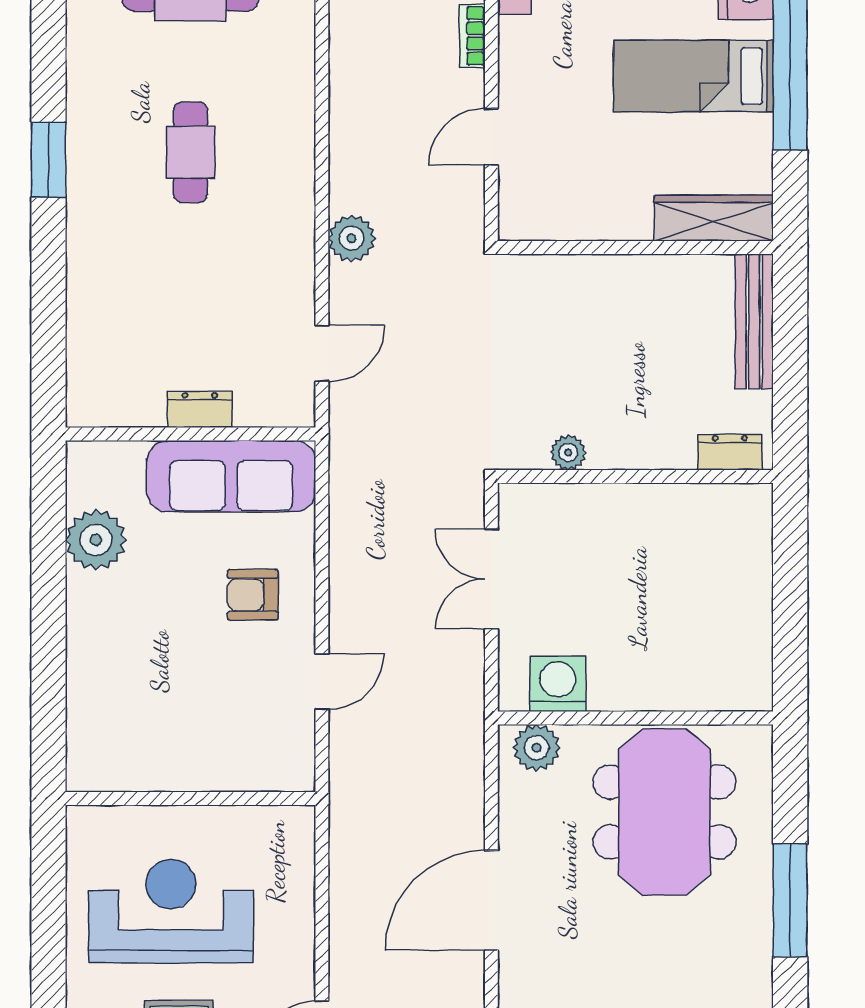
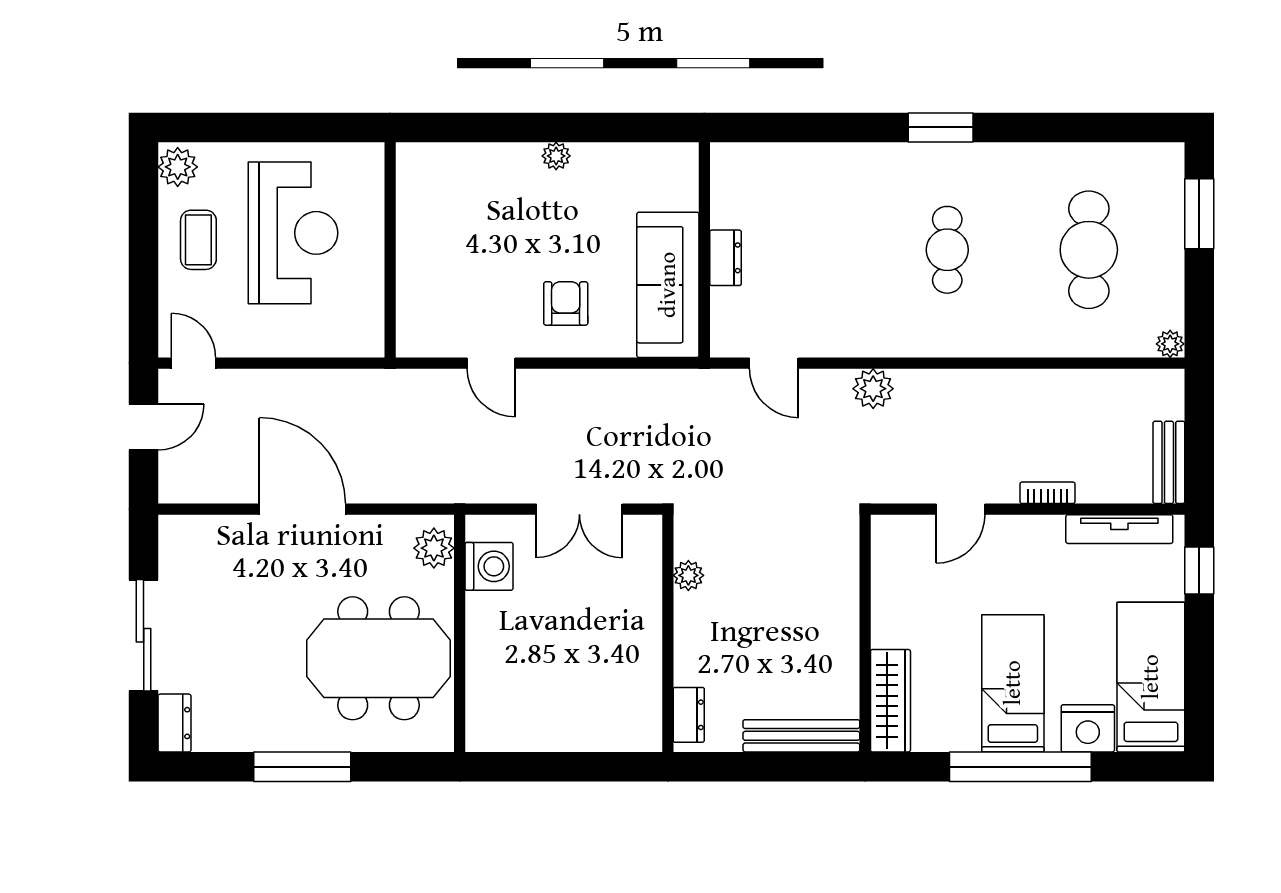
door: (491, 137) -> (960, 509), swing flipped
cafe table: (190, 152) -> (947, 250), turned 90
plant: (96, 540) -> (556, 156), moved, width x0.53, depth x0.53
double door: (491, 579) -> (579, 509), swing flipped

